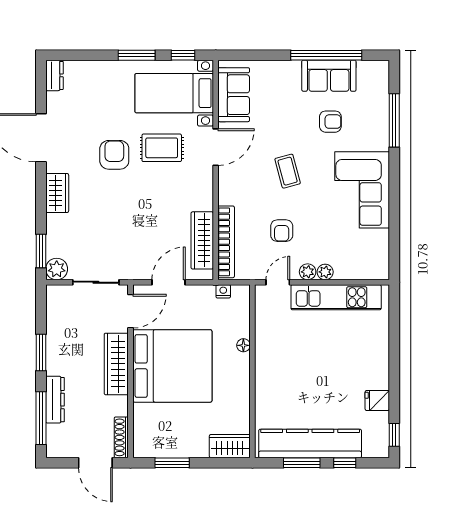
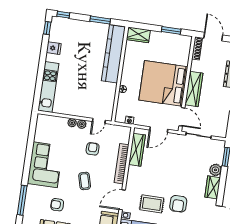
bookcase: (226, 242) -> (122, 164), moved
plant: (57, 269) -> (215, 170), moved
kitchen unit: (336, 297) -> (48, 87), moved, turned 90
door: (131, 311) -> (182, 117), swing flipped
kitchen counter: (310, 444) -> (113, 54), moved, turned 90
window: (345, 463) -> (63, 15), moved

